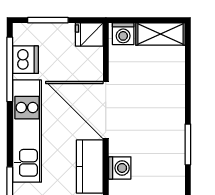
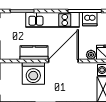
plant: (94, 57) -> (91, 55), added
washing machine: (120, 168) -> (33, 73), width x1.89, depth x1.89

